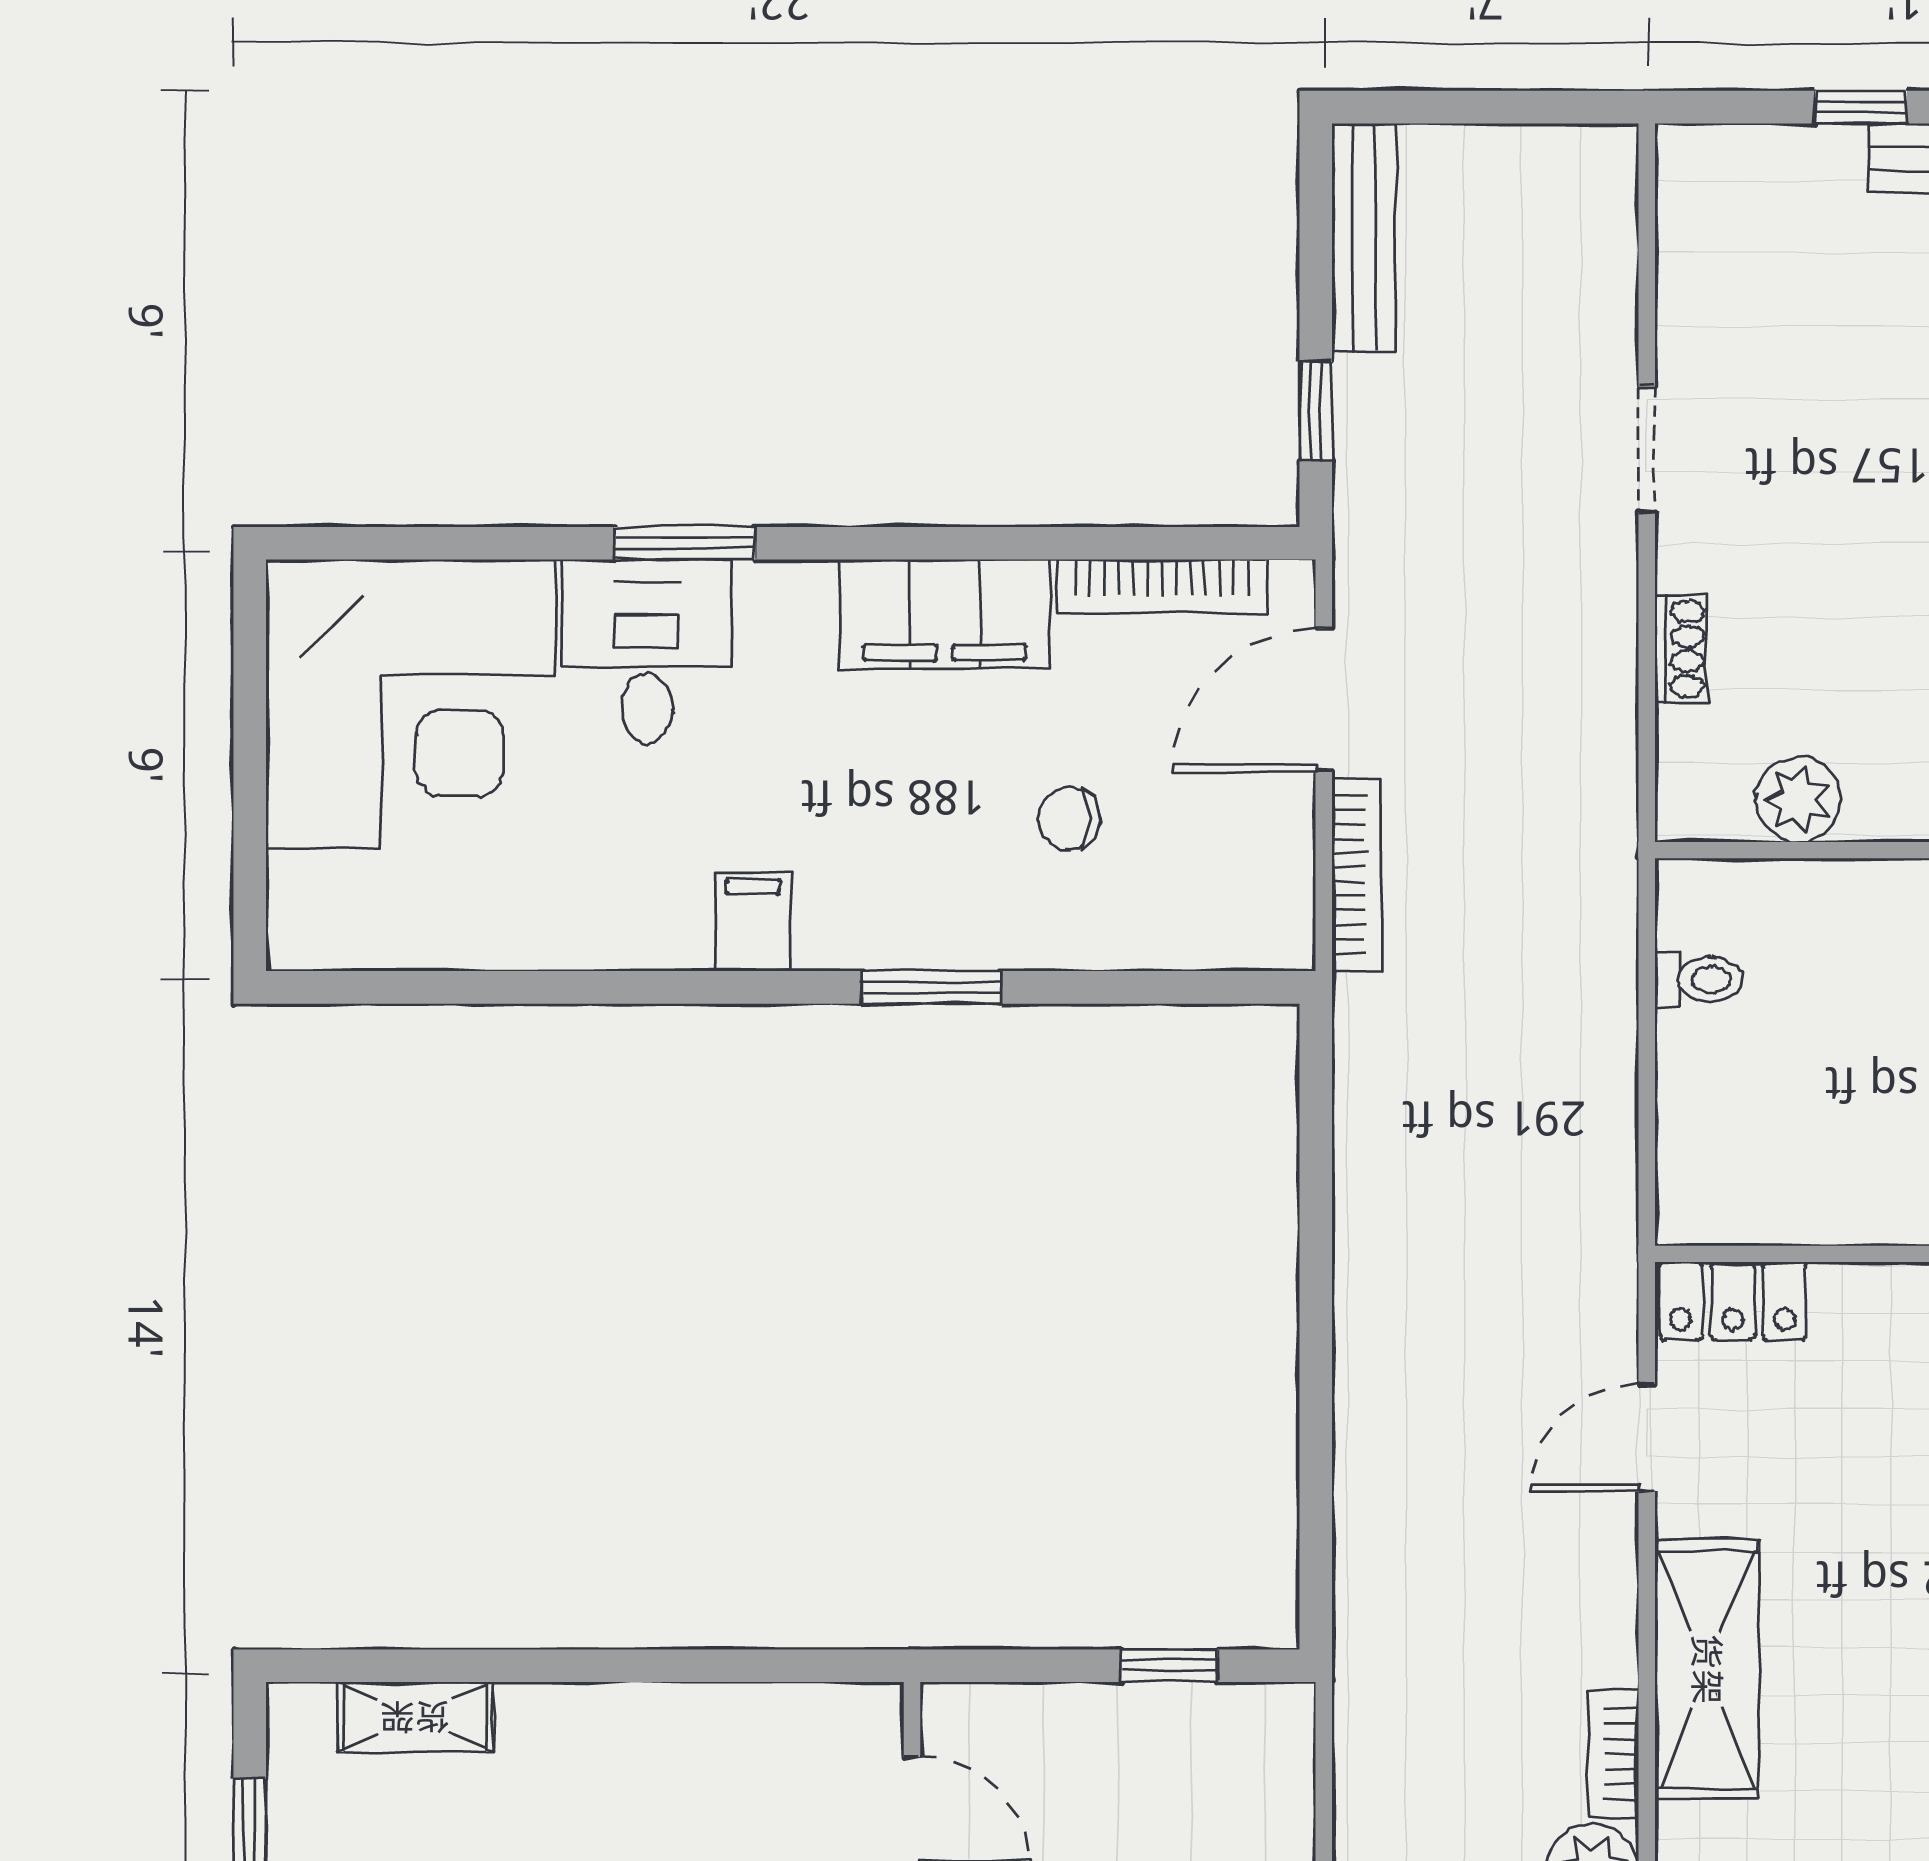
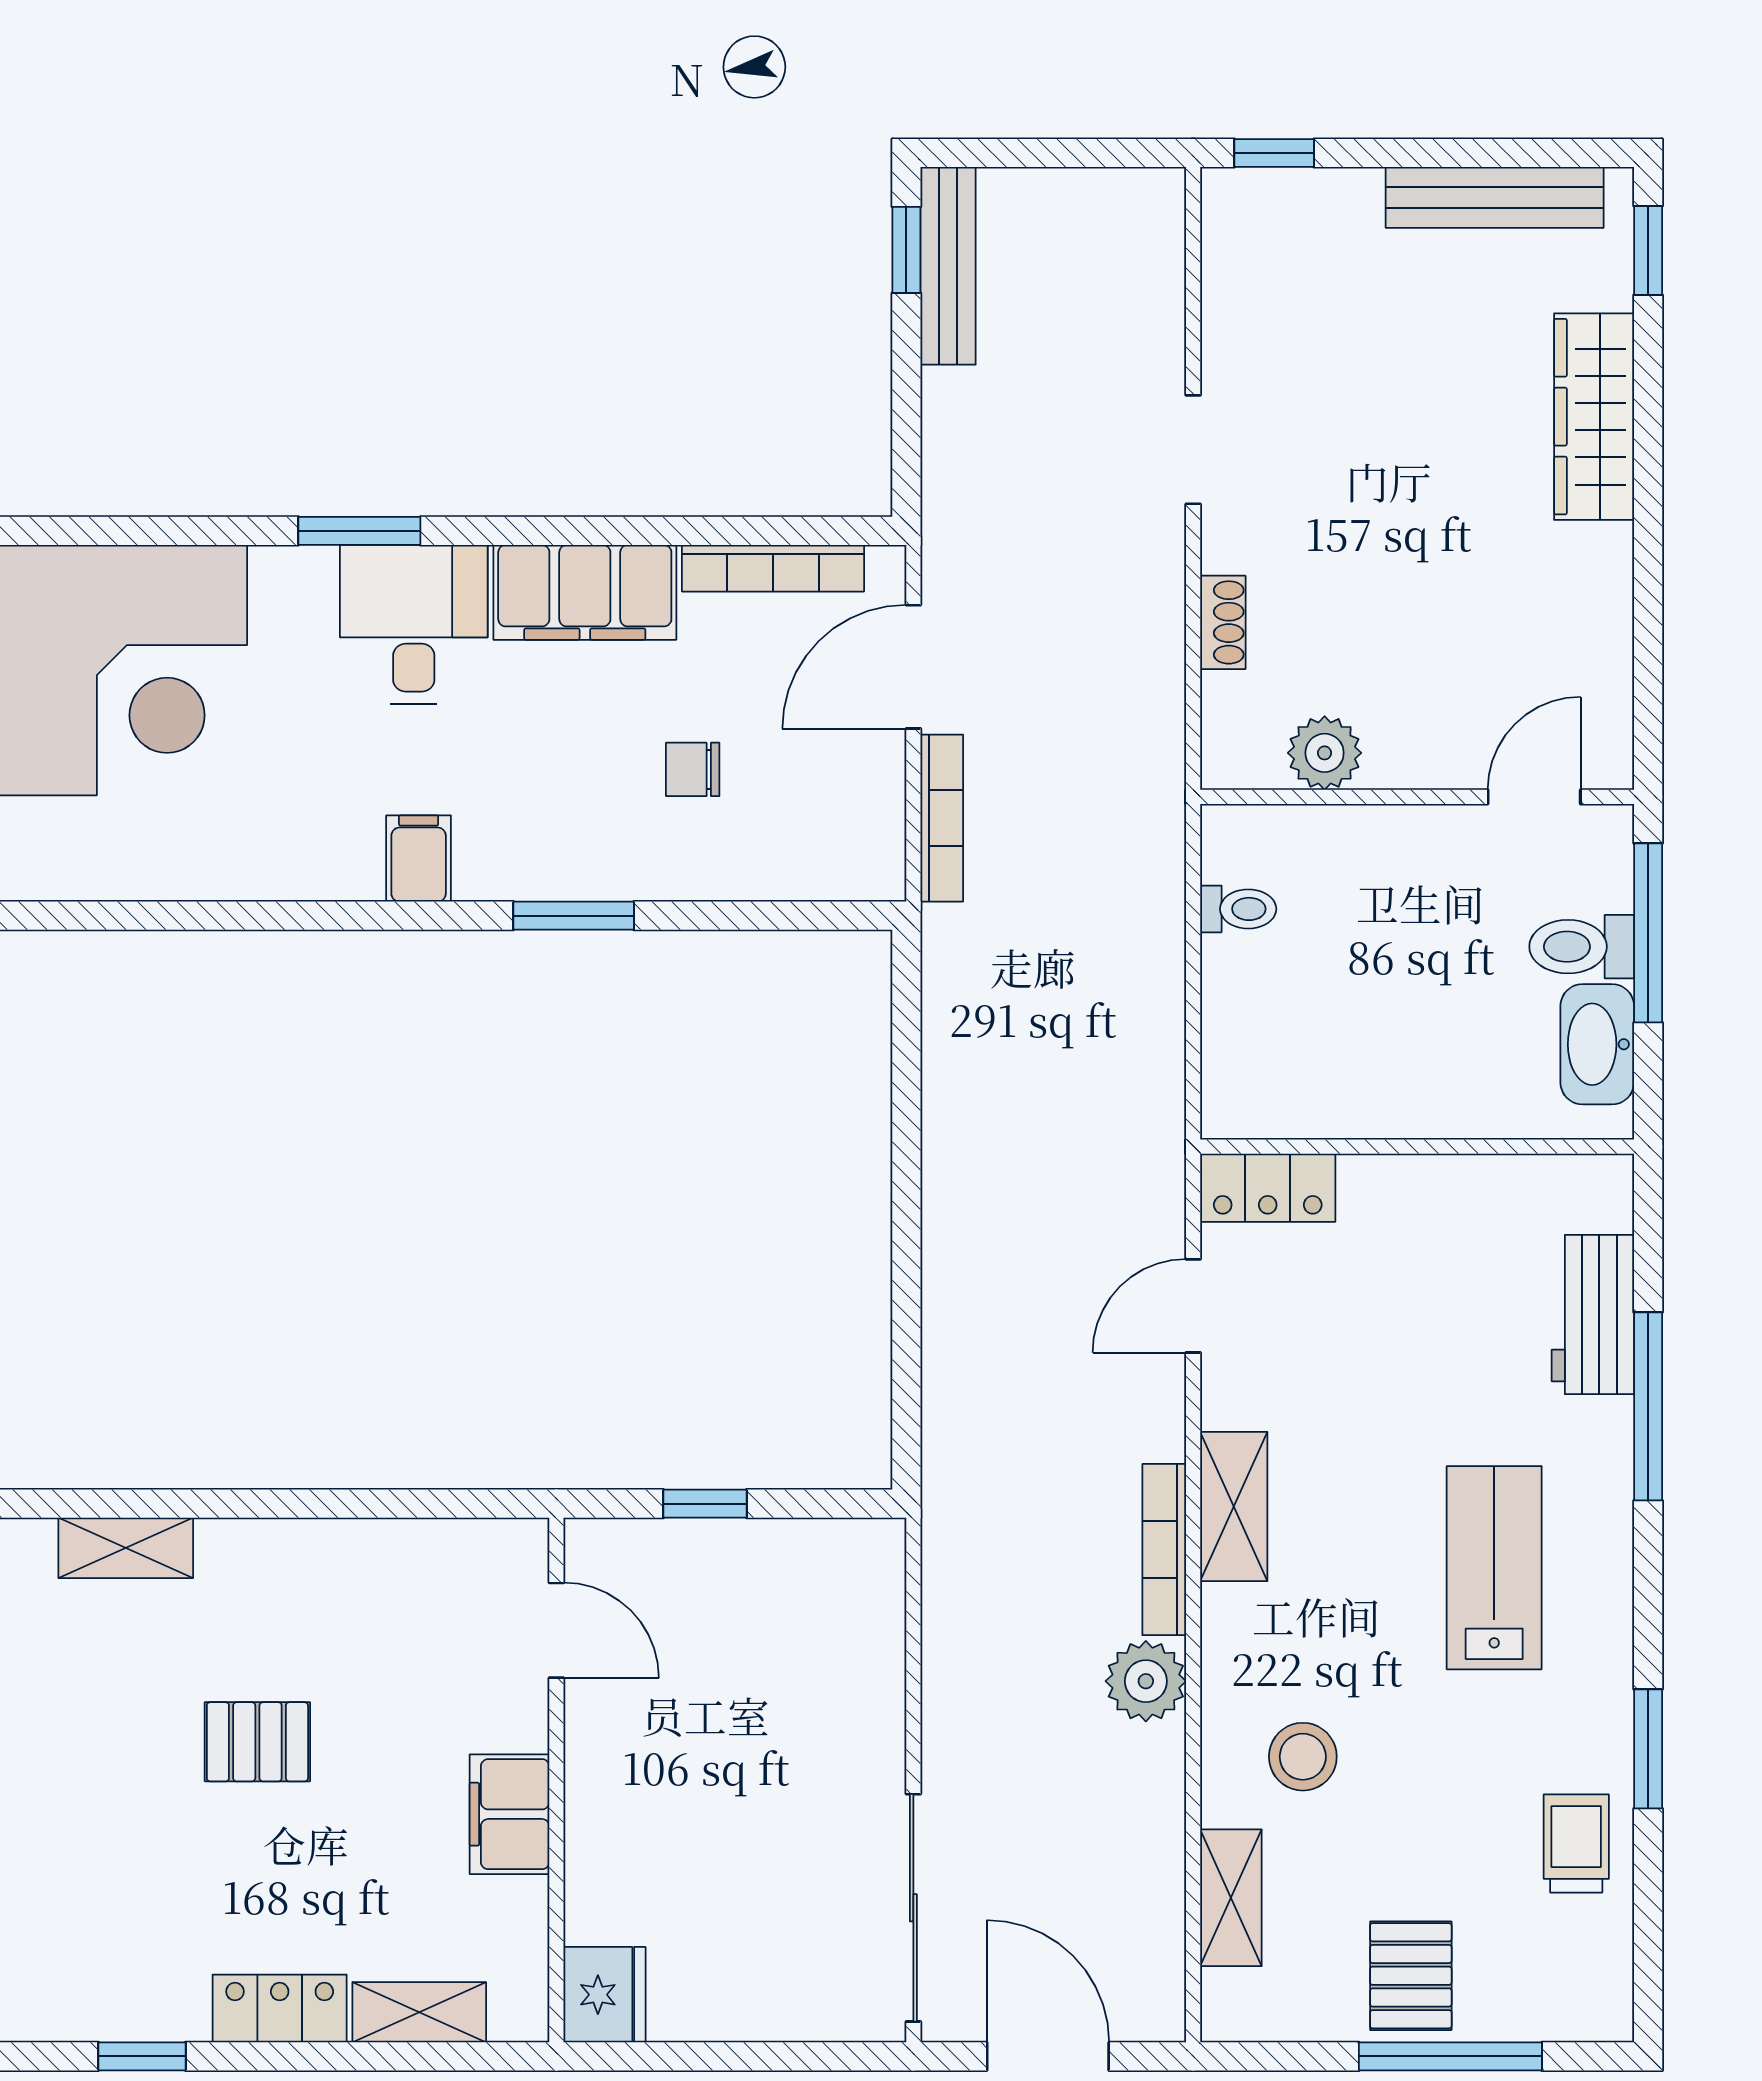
window: (1861, 107) -> (1274, 153), moved
window: (1316, 411) -> (906, 250), moved
desk: (647, 651) -> (414, 625), moved
window: (1169, 1666) -> (705, 1504), moved
shelving: (1707, 1669) -> (1234, 1507), width x0.67, depth x0.75
bookcase: (1613, 1754) -> (1164, 1550), width x1.56

